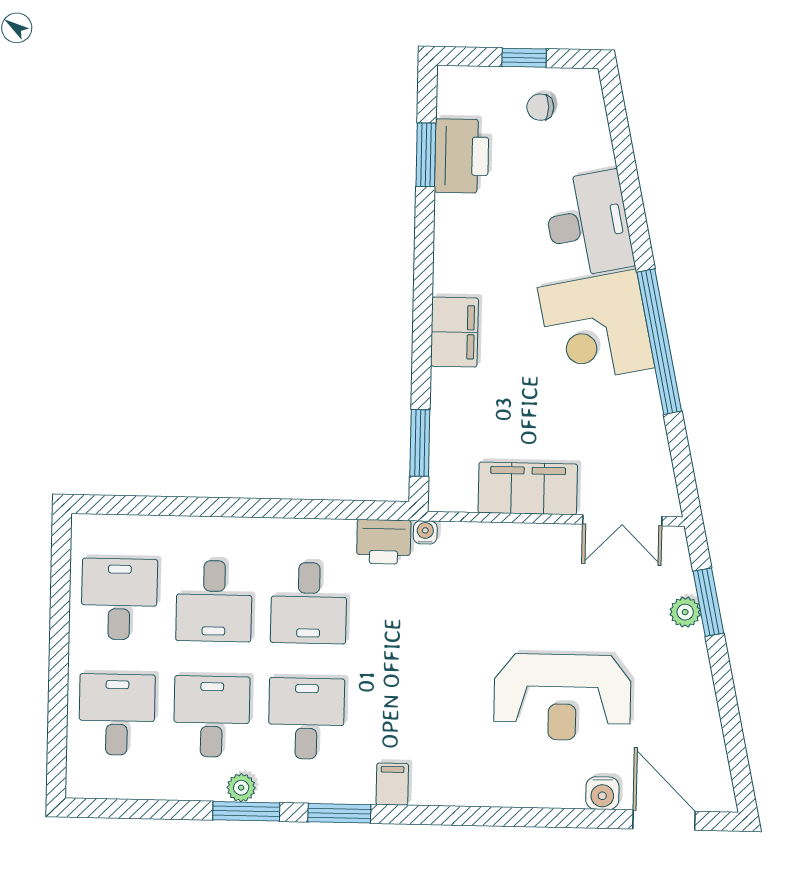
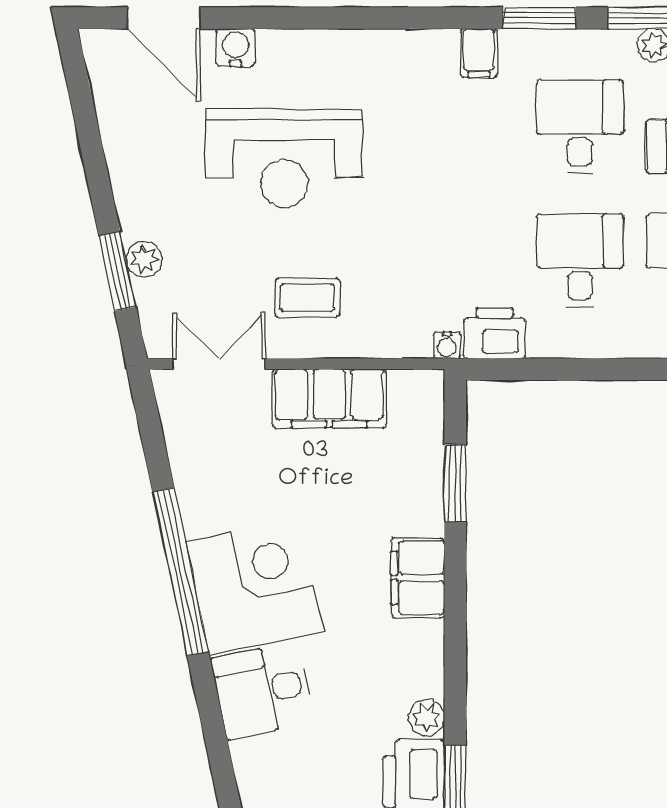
plant: (449, 211) -> (427, 718), added
desk: (588, 224) -> (263, 690), width x0.73
window: (420, 443) -> (455, 483), moved
coffee table: (545, 576) -> (307, 298), added
reception desk: (562, 697) -> (284, 158), turned 180
desk: (306, 719) -> (580, 127), turned 180

